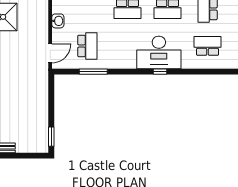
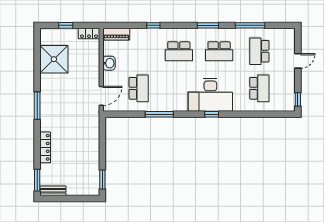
school desk: (208, 46) -> (259, 88), turned 90
window: (93, 72) -> (159, 114), moved

